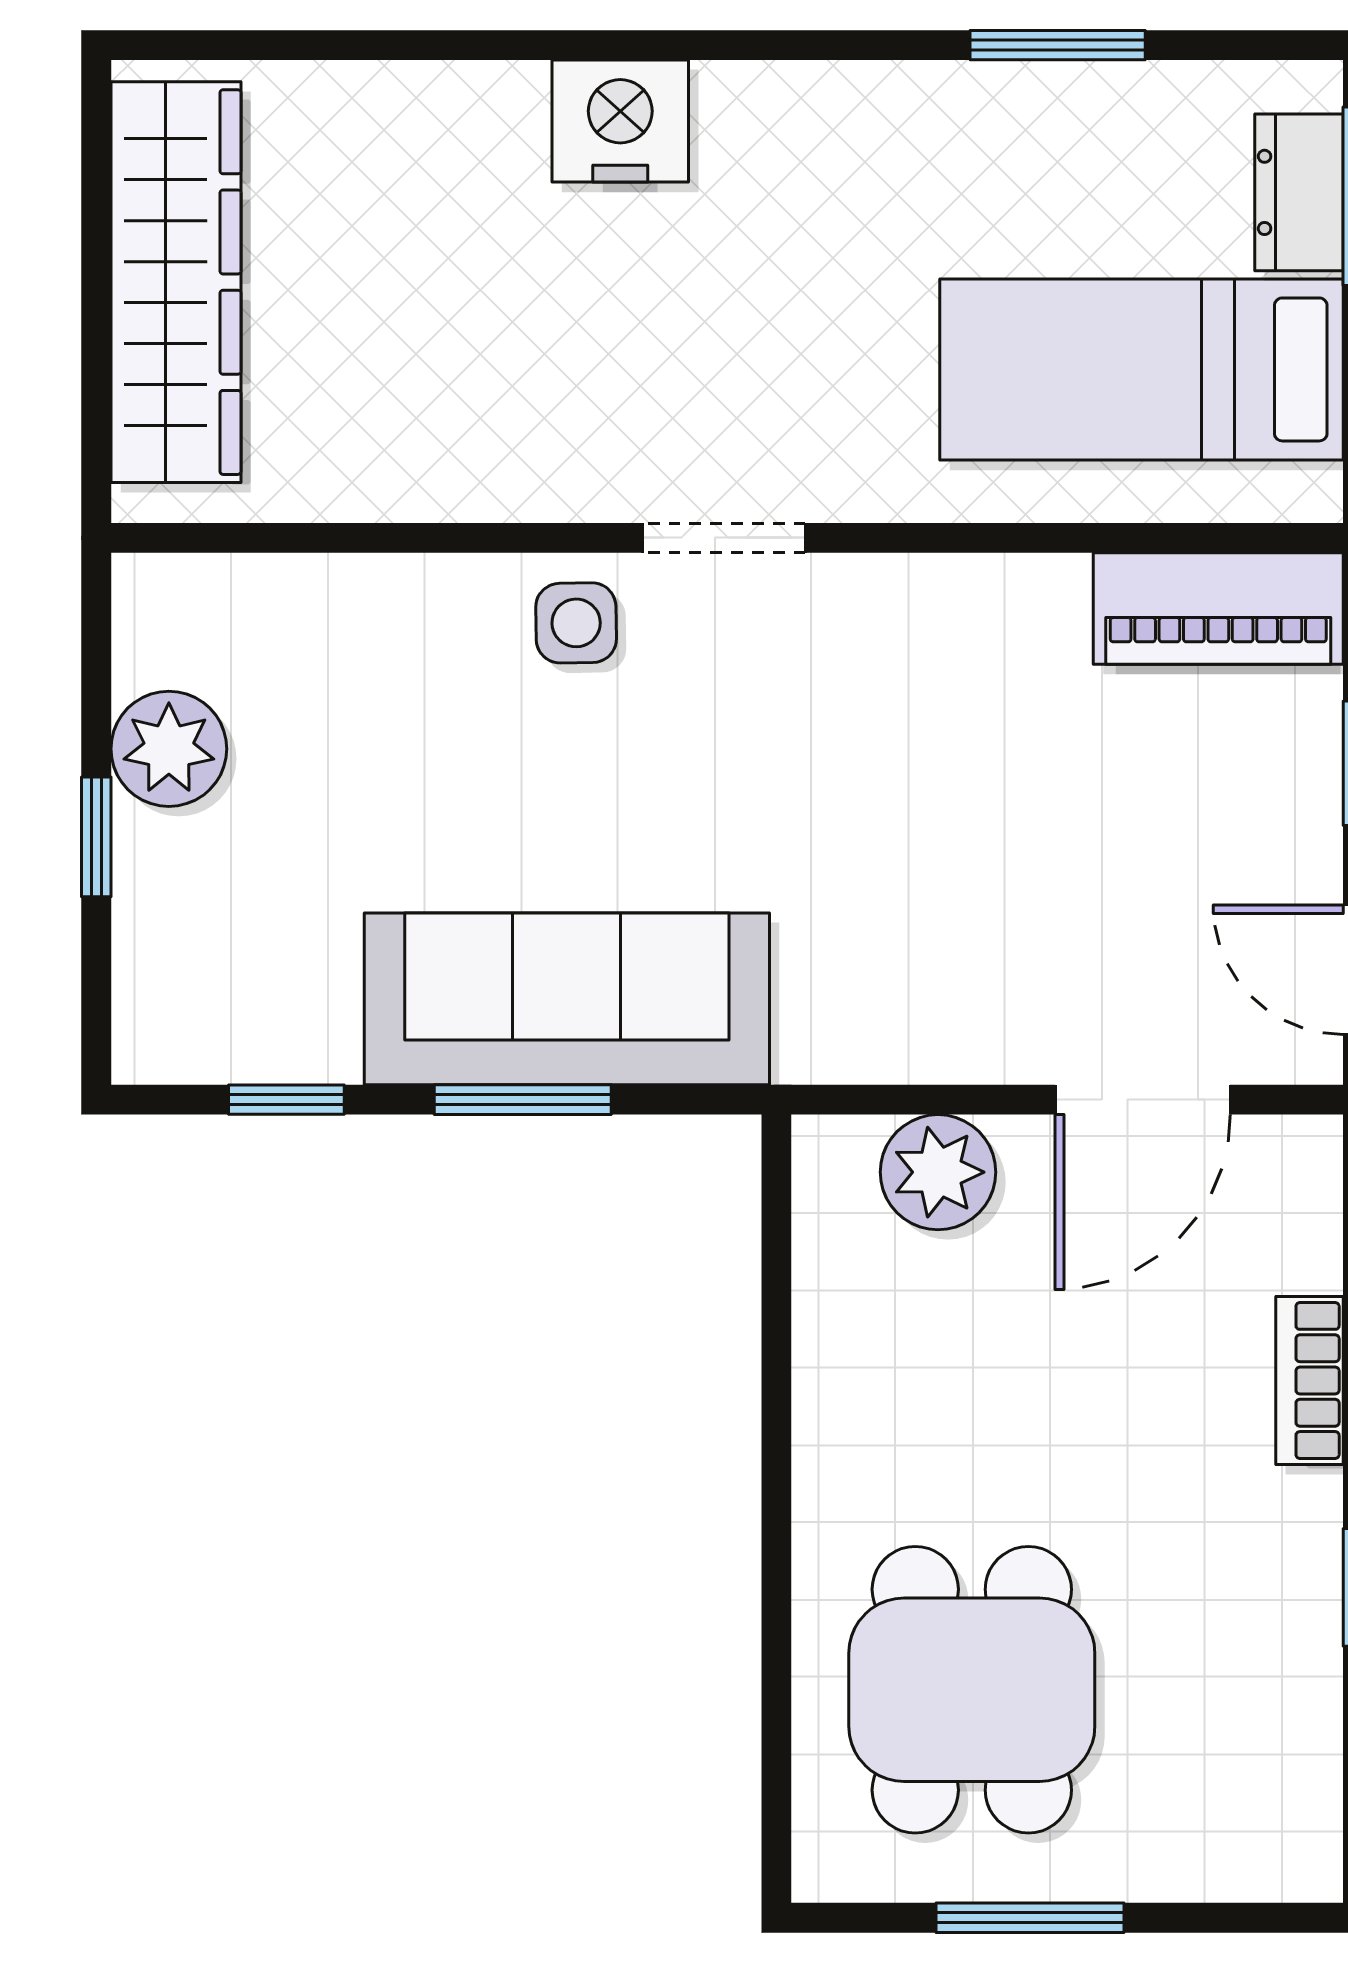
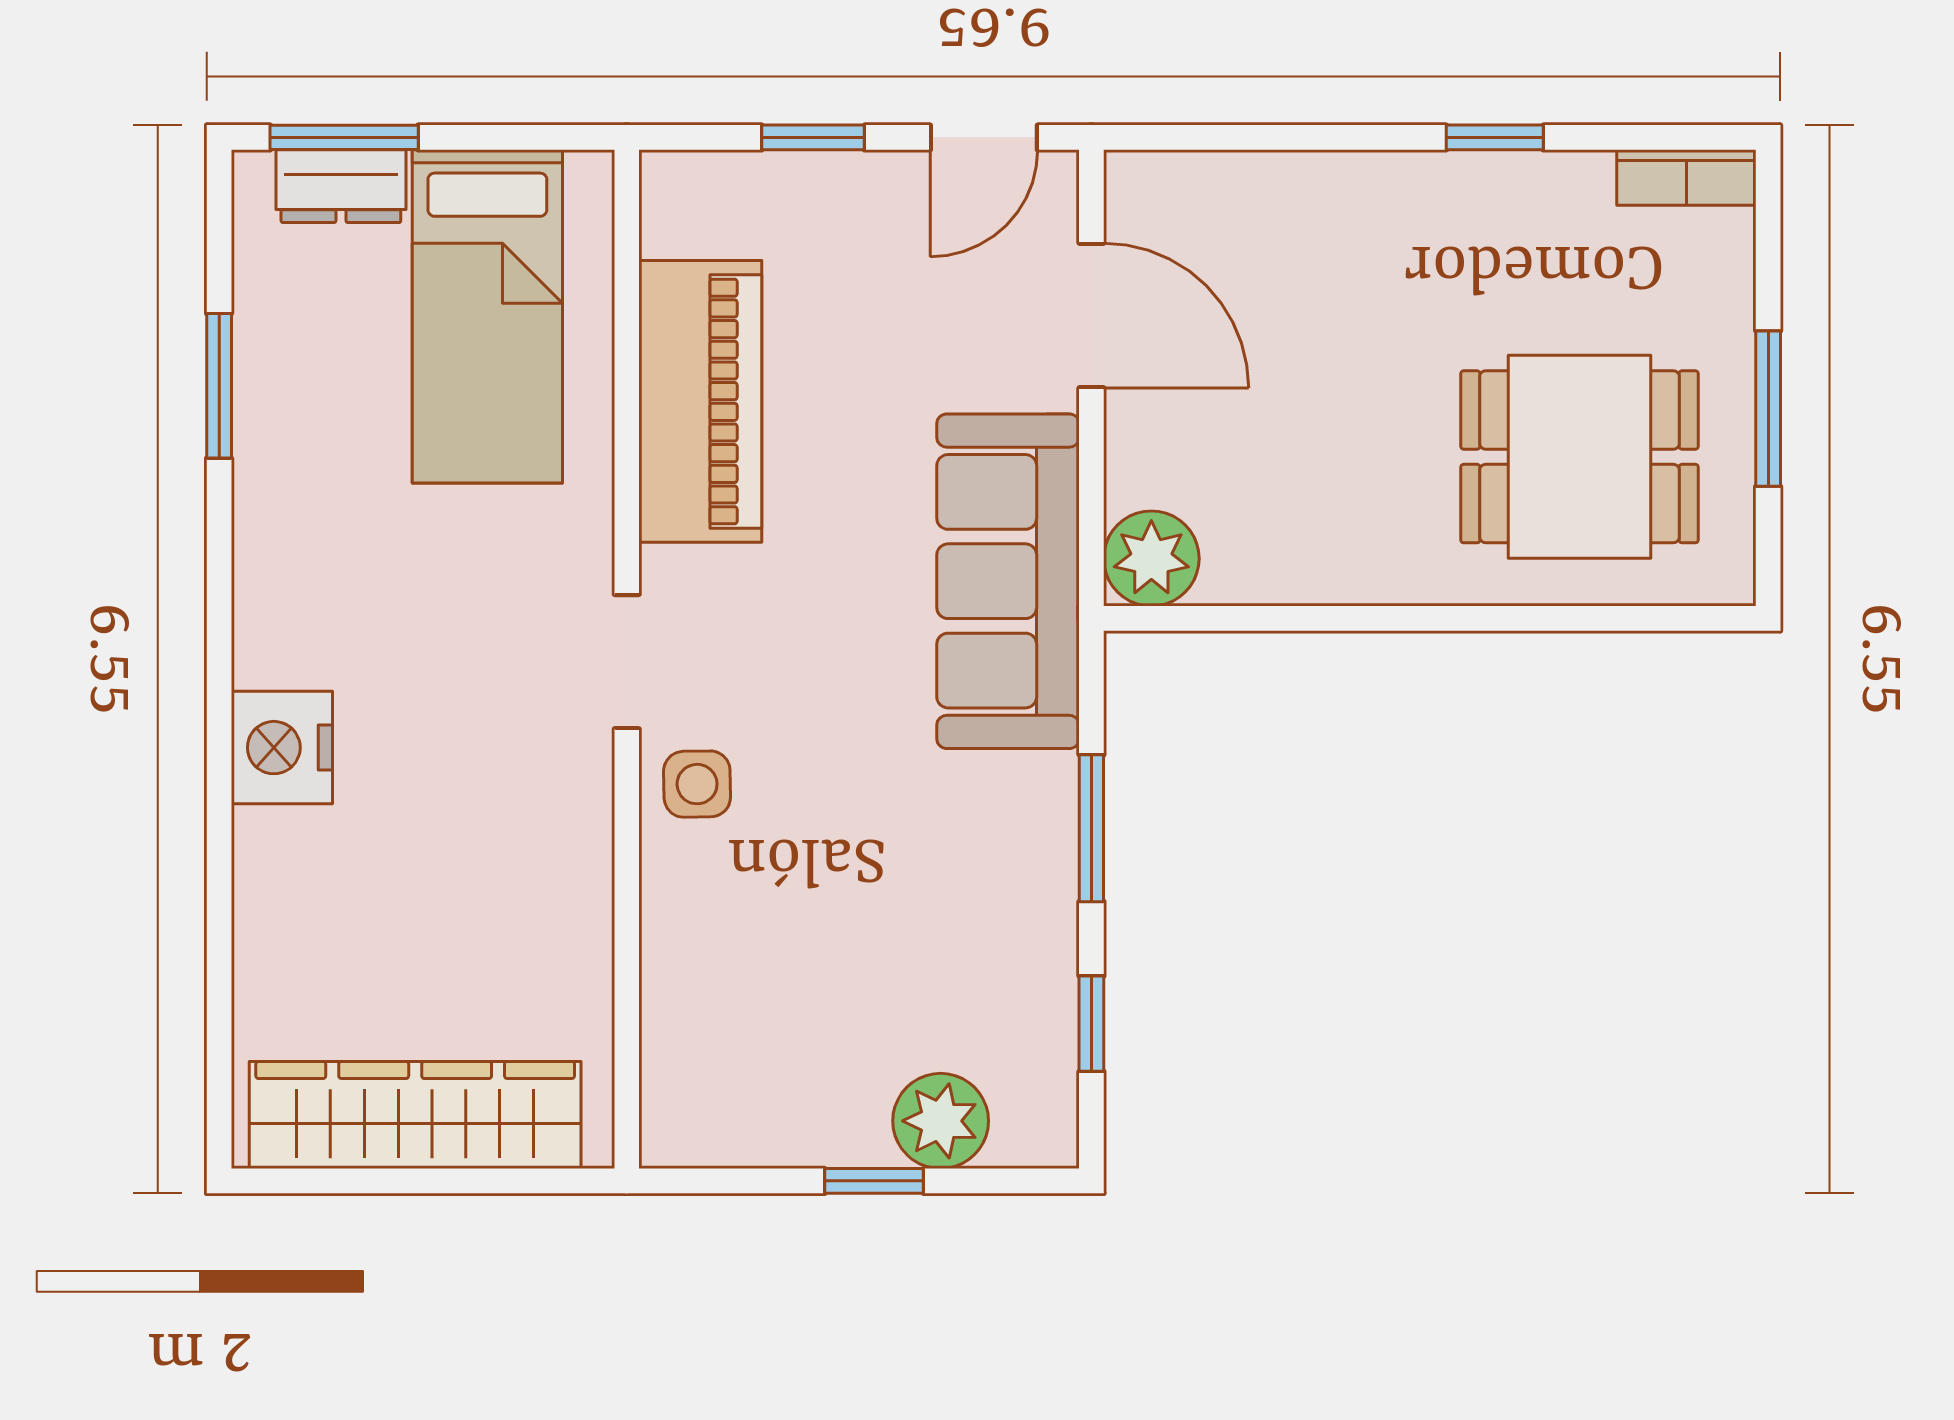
piano: (1218, 609) -> (700, 401), moved, width x1.37, depth x1.33
plant: (169, 749) -> (941, 1121), moved
sofa: (567, 999) -> (1008, 581), moved
plant: (938, 1172) -> (1151, 559), moved
bookcase: (1309, 1380) -> (1686, 177), moved

